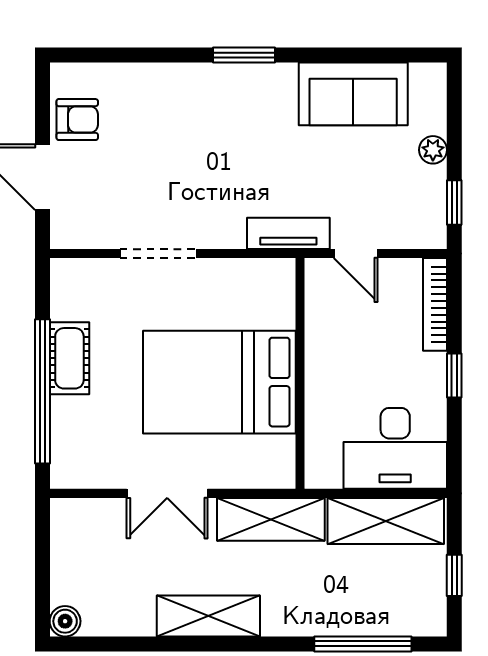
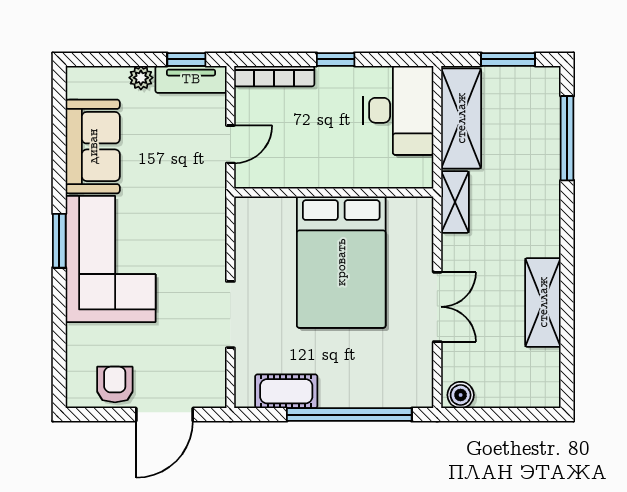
corner sofa: (223, 115) -> (111, 259), added
tv unit: (288, 233) -> (191, 79), moved, turned -90
cot: (69, 358) -> (286, 391), moved
shelving: (271, 519) -> (455, 202), width x0.67, depth x0.75
window: (454, 575) -> (508, 59), width x1.50
shelving: (208, 616) -> (543, 302), moved
boiler: (65, 621) -> (461, 395), moved

